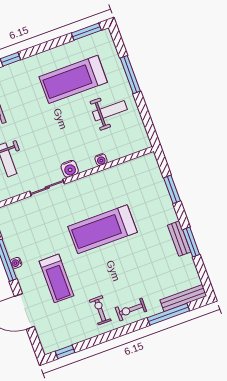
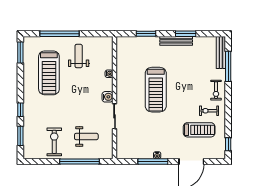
window: (130, 75) -> (59, 34), width x1.46
bench: (179, 239) -> (176, 41), width x1.36
treadmill: (57, 278) -> (199, 130), moved

